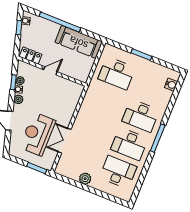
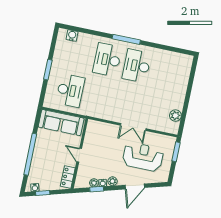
sofa: (79, 42) -> (61, 123), moved, turned 90
desk: (141, 116) -> (107, 60), turned 180
reception desk: (38, 134) -> (143, 157), turned 180
double door: (65, 141) -> (133, 127), moved
desk: (129, 144) -> (137, 66), turned 180
desk: (118, 172) -> (166, 72), removed
plant: (85, 179) -> (175, 116), moved

